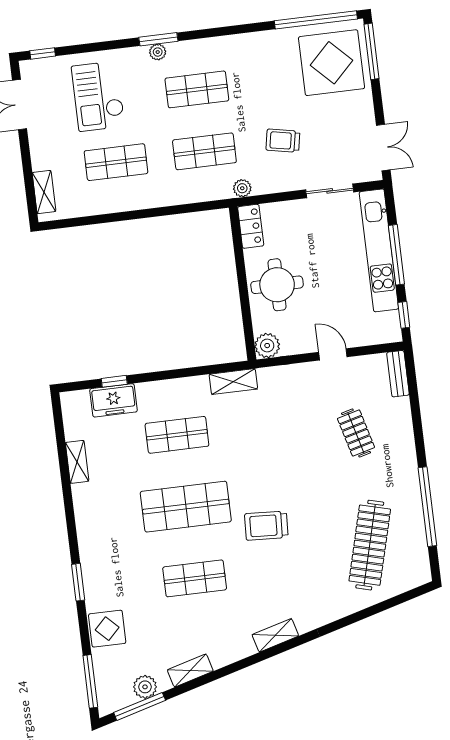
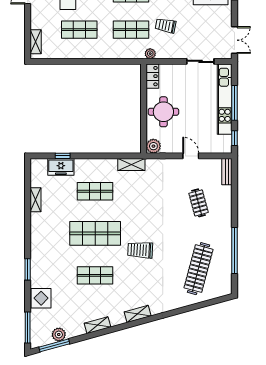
trolley: (283, 141) -> (166, 26), moved
shelving: (190, 671) -> (97, 325), moved

